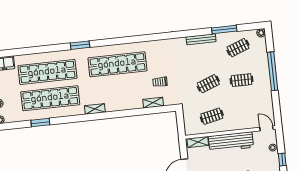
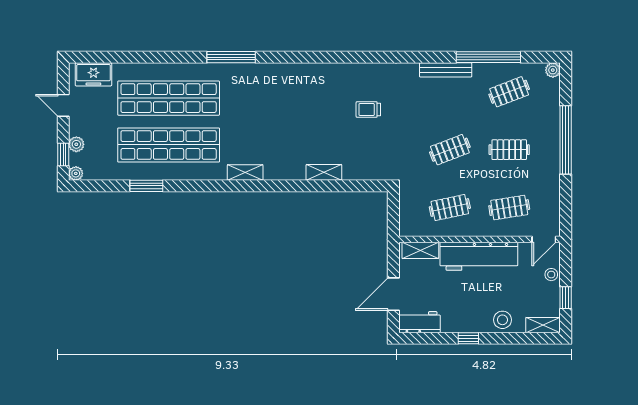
window: (224, 30) -> (488, 57), width x1.46
window: (80, 45) -> (231, 57), width x1.44
shop shelf: (117, 64) -> (293, 98), removed
trolley: (160, 82) -> (368, 110), moved
shelving: (153, 103) -> (324, 172), moved
clothes rail: (245, 113) -> (509, 208), added
door: (266, 128) -> (544, 239), swing flipped

